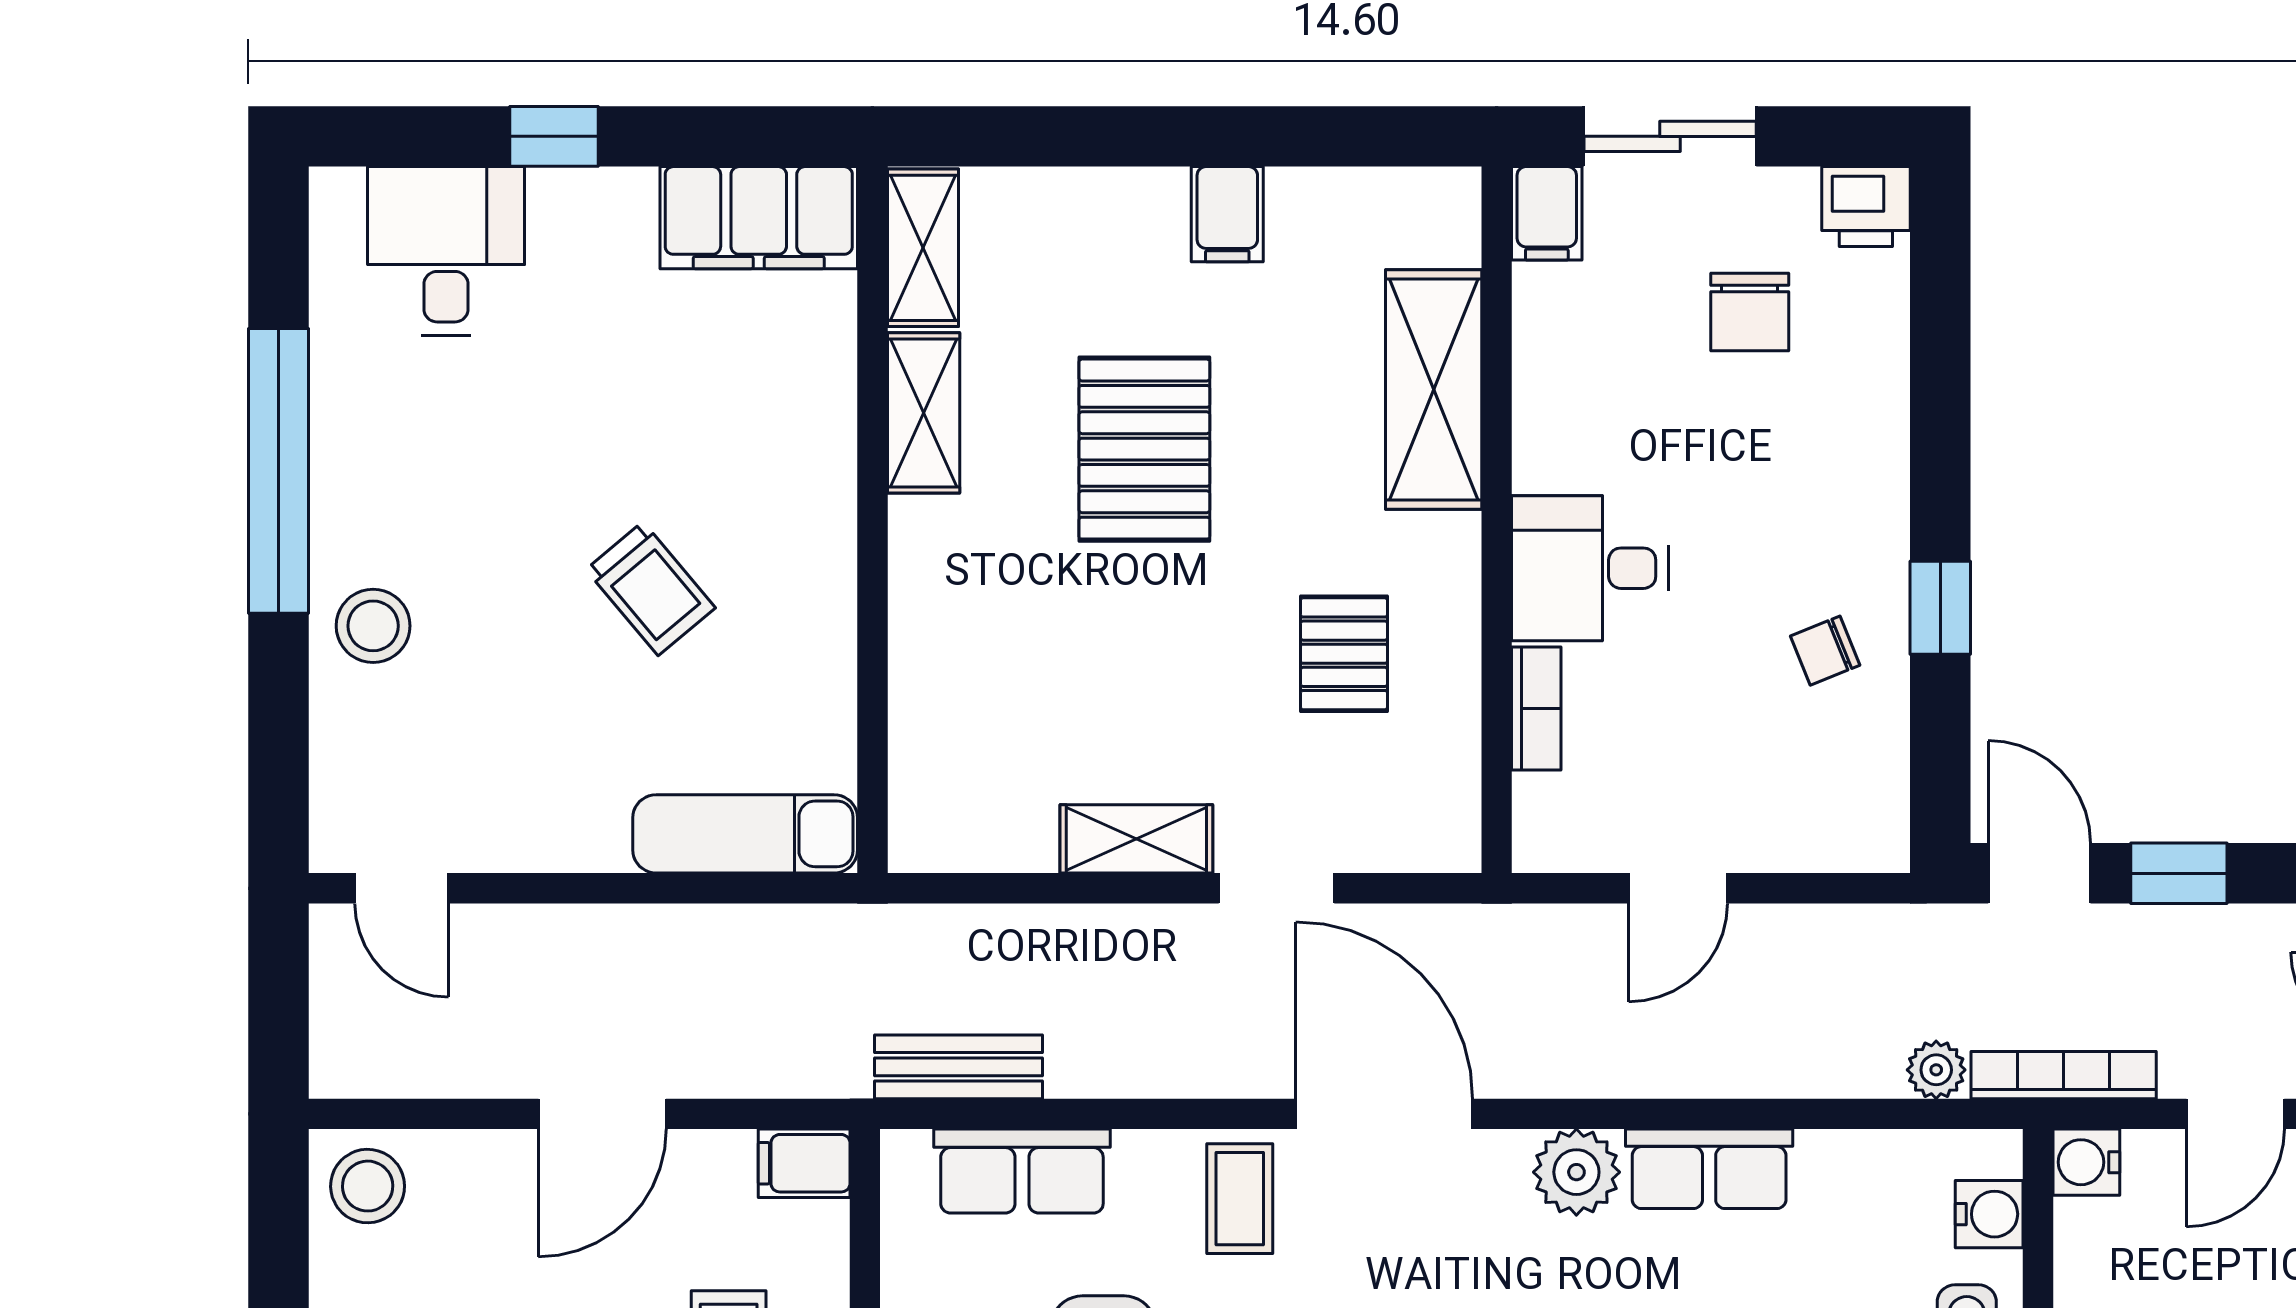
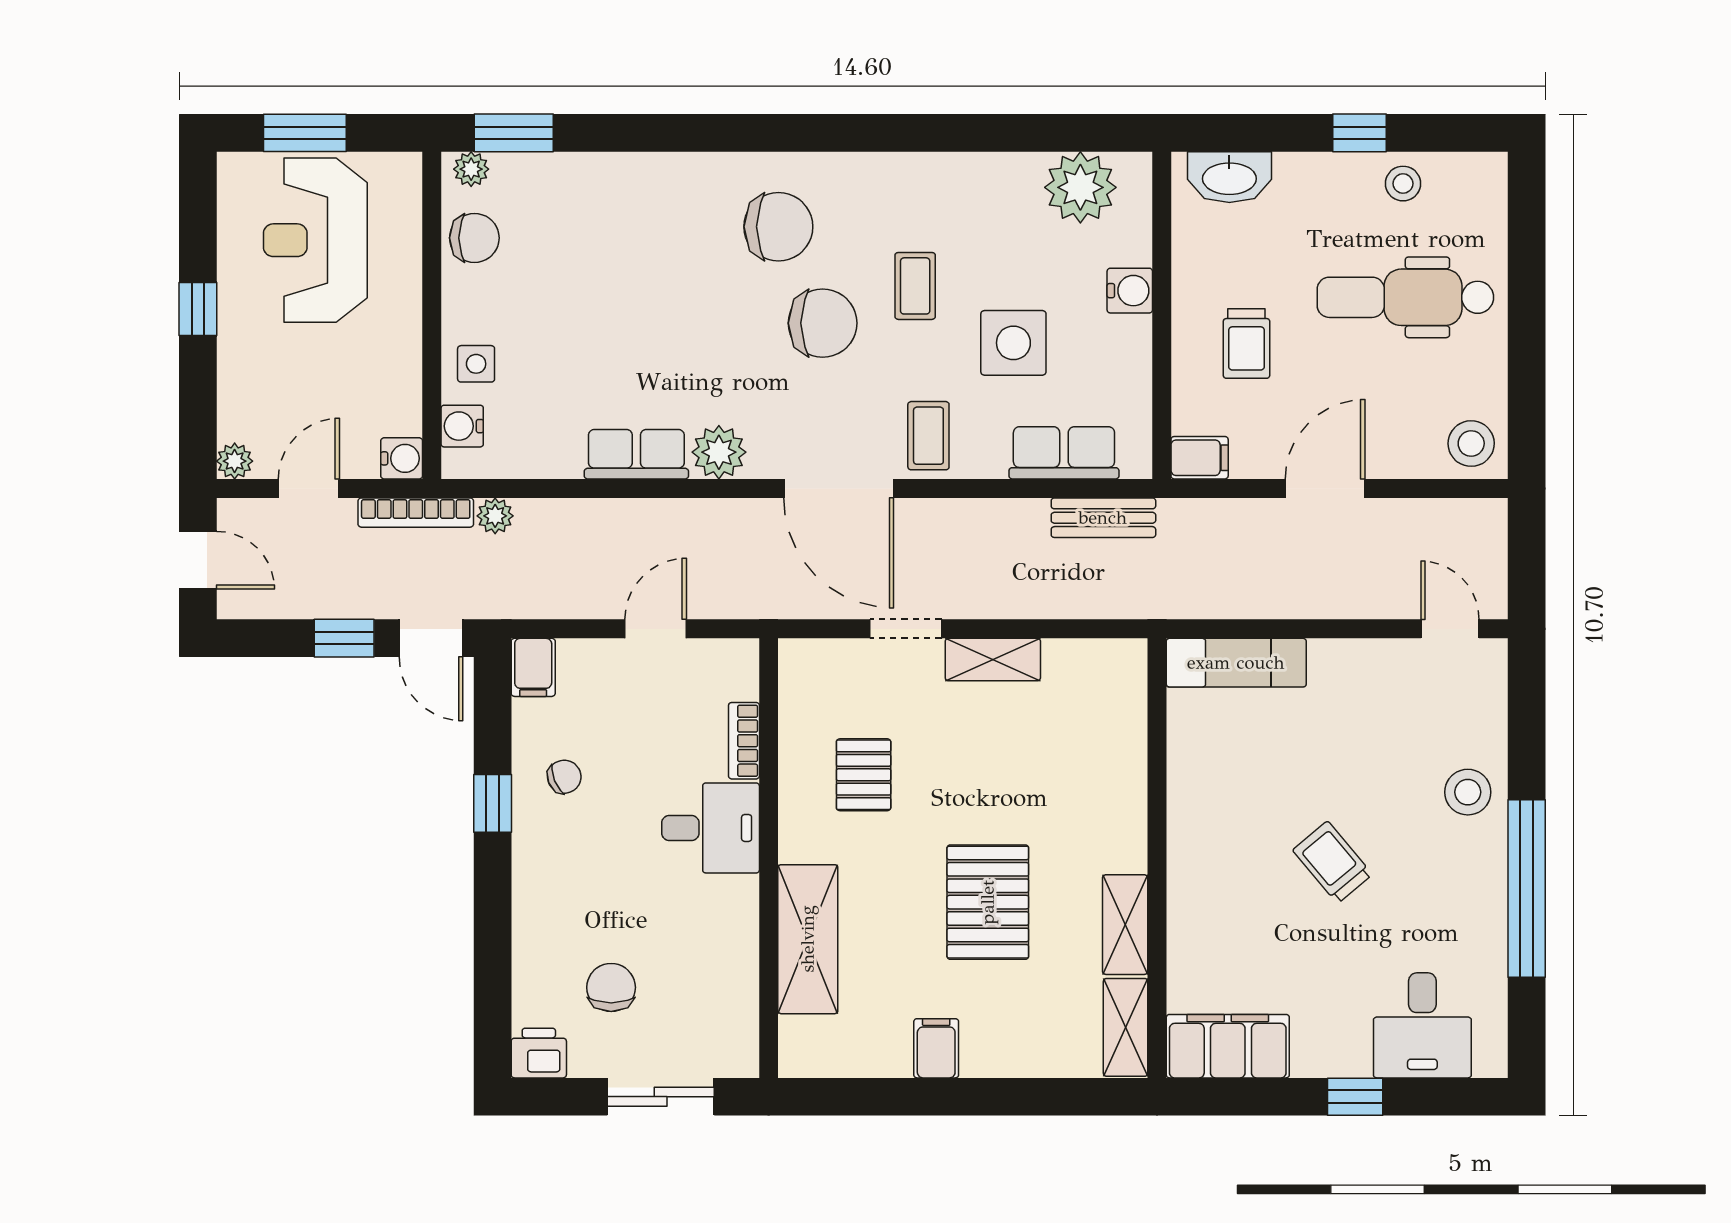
filing cabinet: (1547, 213) -> (533, 667), moved, turned 180
trolley: (651, 589) -> (1332, 862), moved

